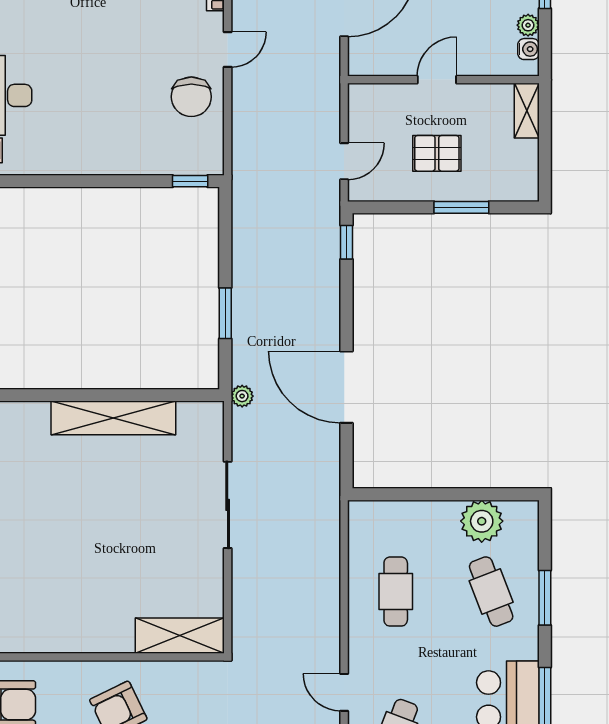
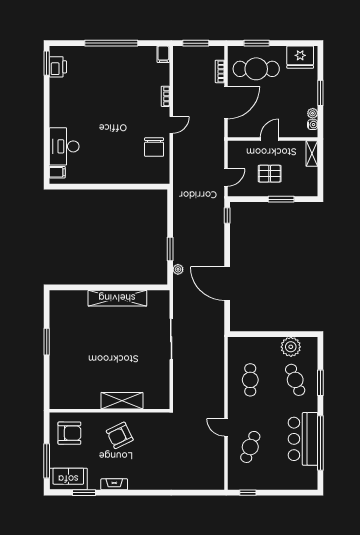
window: (190, 181) -> (154, 187), removed
plant: (242, 396) -> (178, 269), moved
shelving: (180, 636) -> (122, 401), moved

